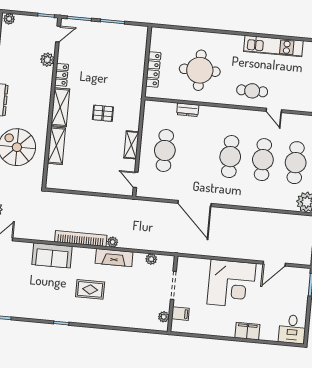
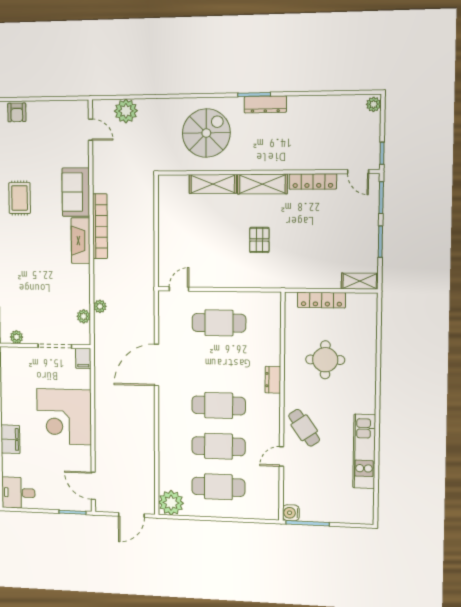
plant: (47, 60) -> (323, 161), removed
round table: (200, 70) -> (325, 360), width x0.73, depth x0.73
locker: (62, 75) -> (313, 182), width x1.53
cafe table: (252, 91) -> (304, 428), turned -35
dresser: (188, 110) -> (273, 380), moved
shelving: (131, 145) -> (360, 281), moved
plant: (113, 242) -> (100, 306), moved
fireplace: (114, 258) -> (81, 241), moved
door: (274, 264) -> (93, 486), moved
rug: (90, 289) -> (20, 198), moved
filing cabinet: (180, 314) -> (83, 358), moved

